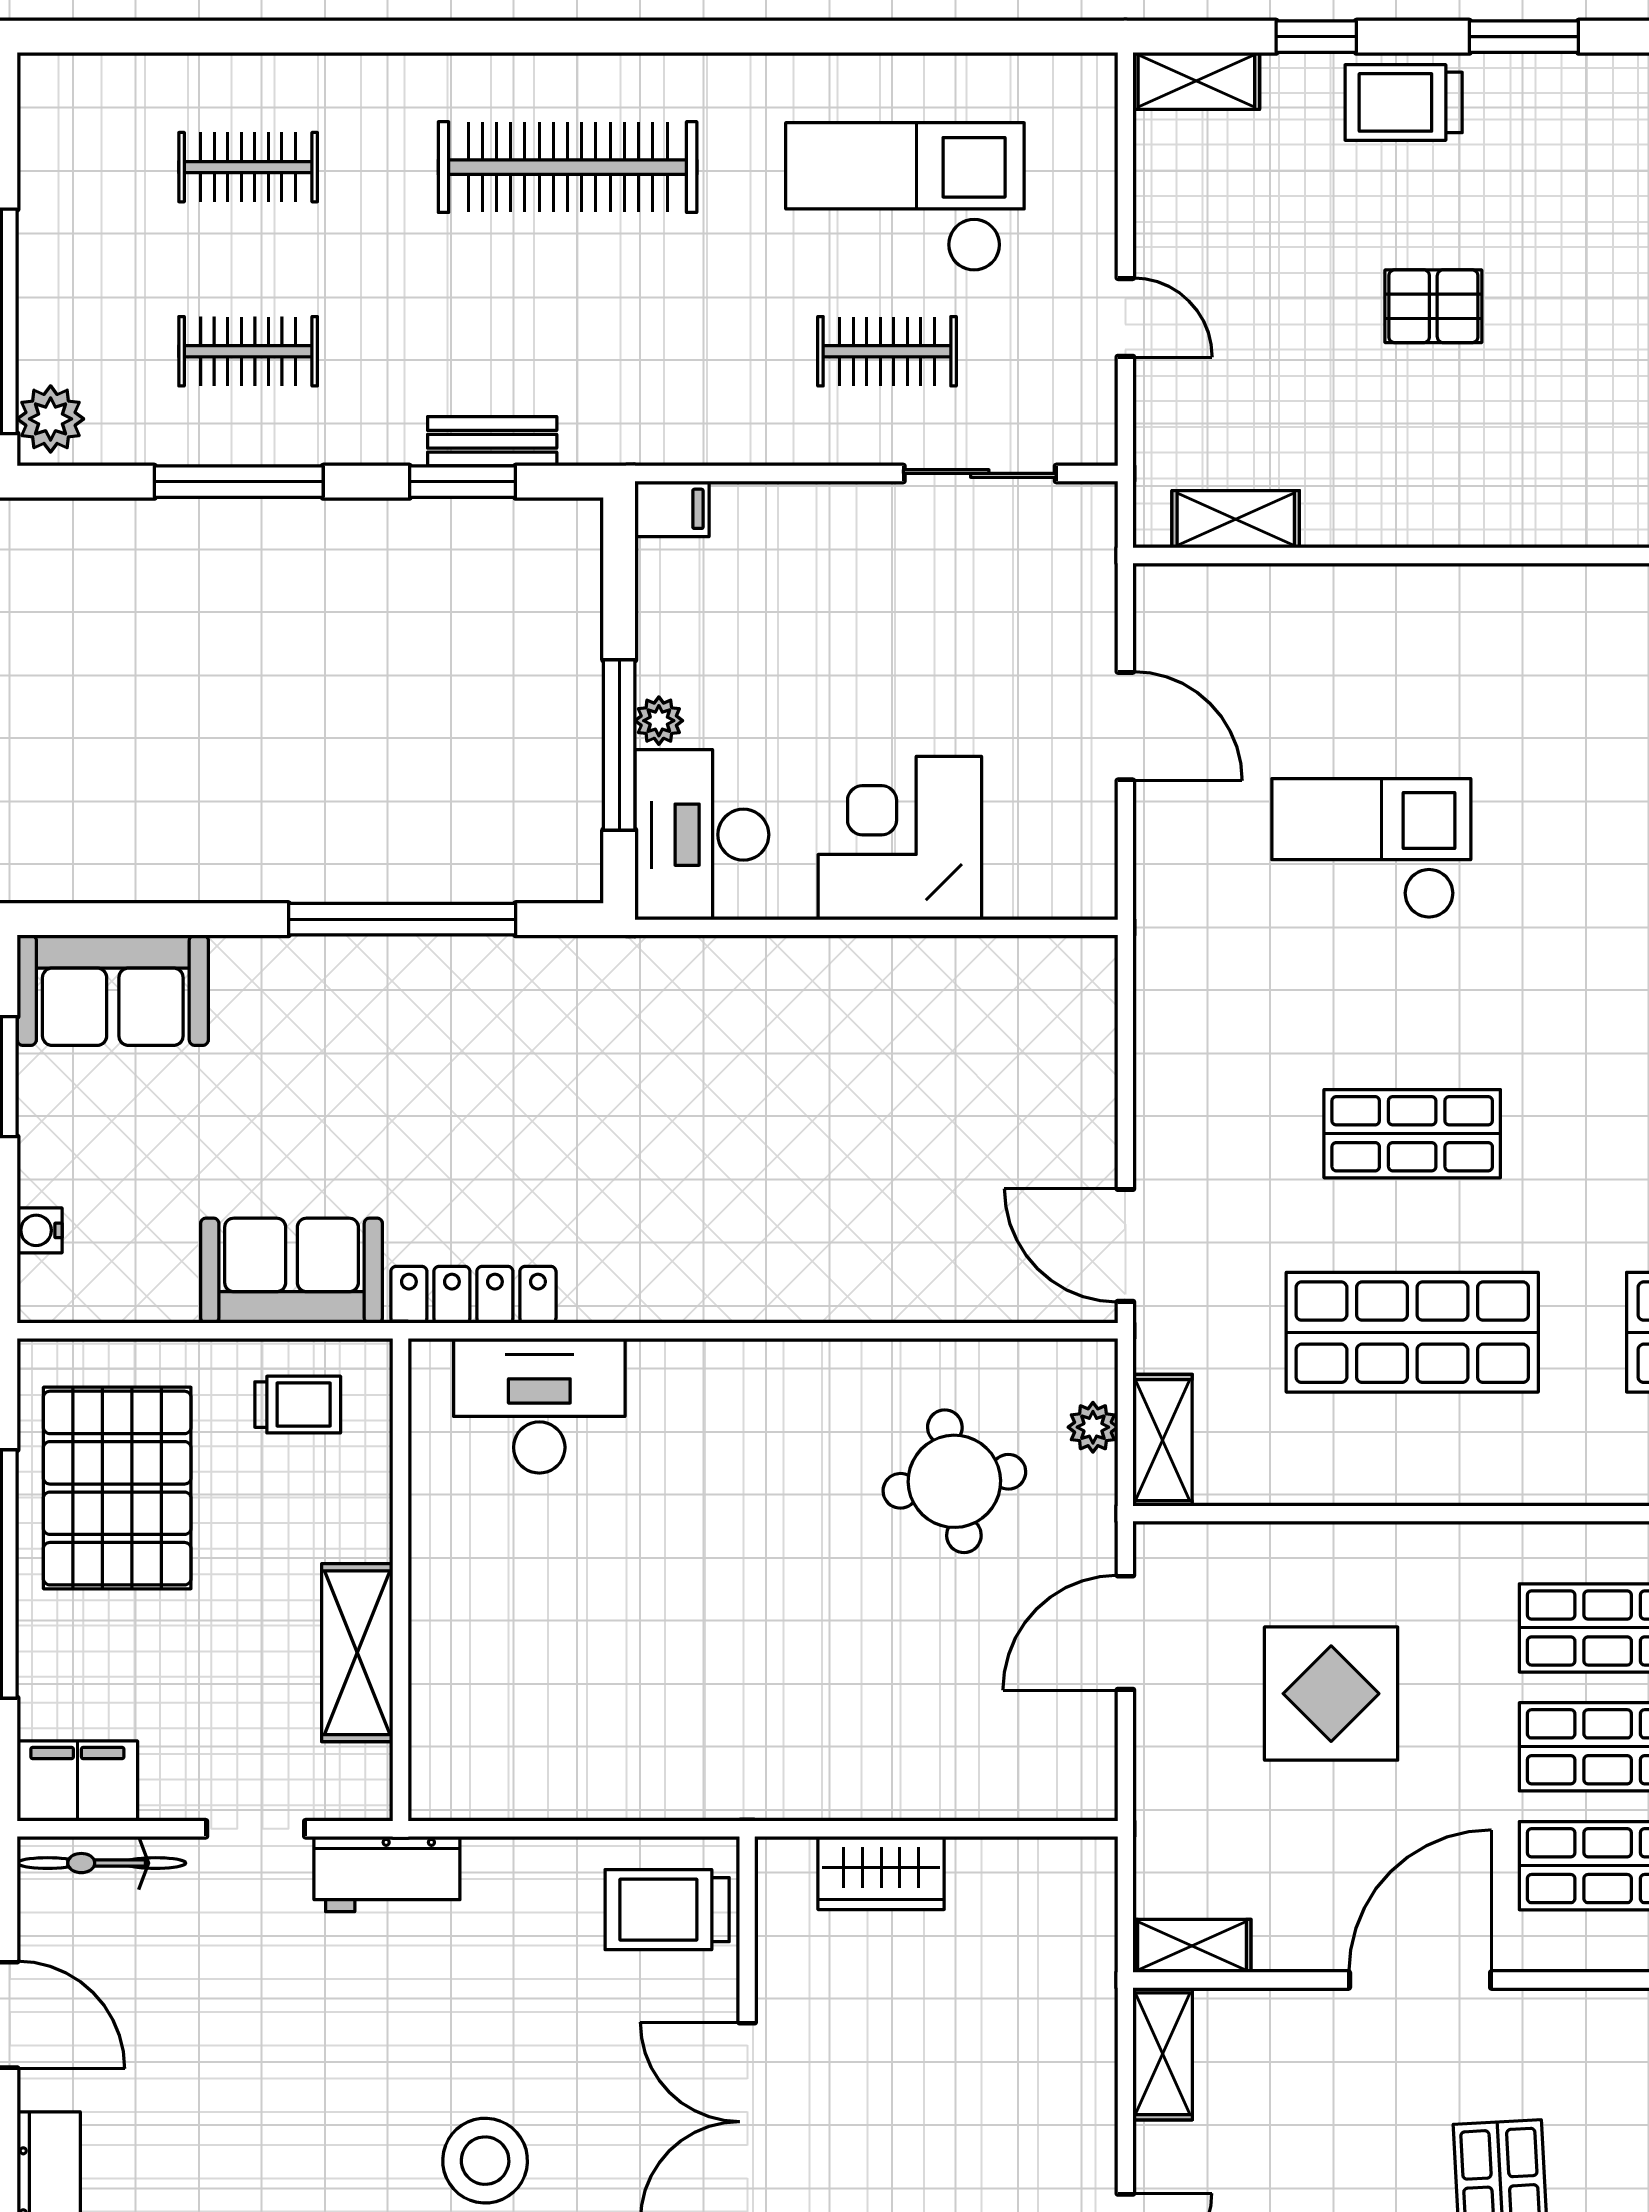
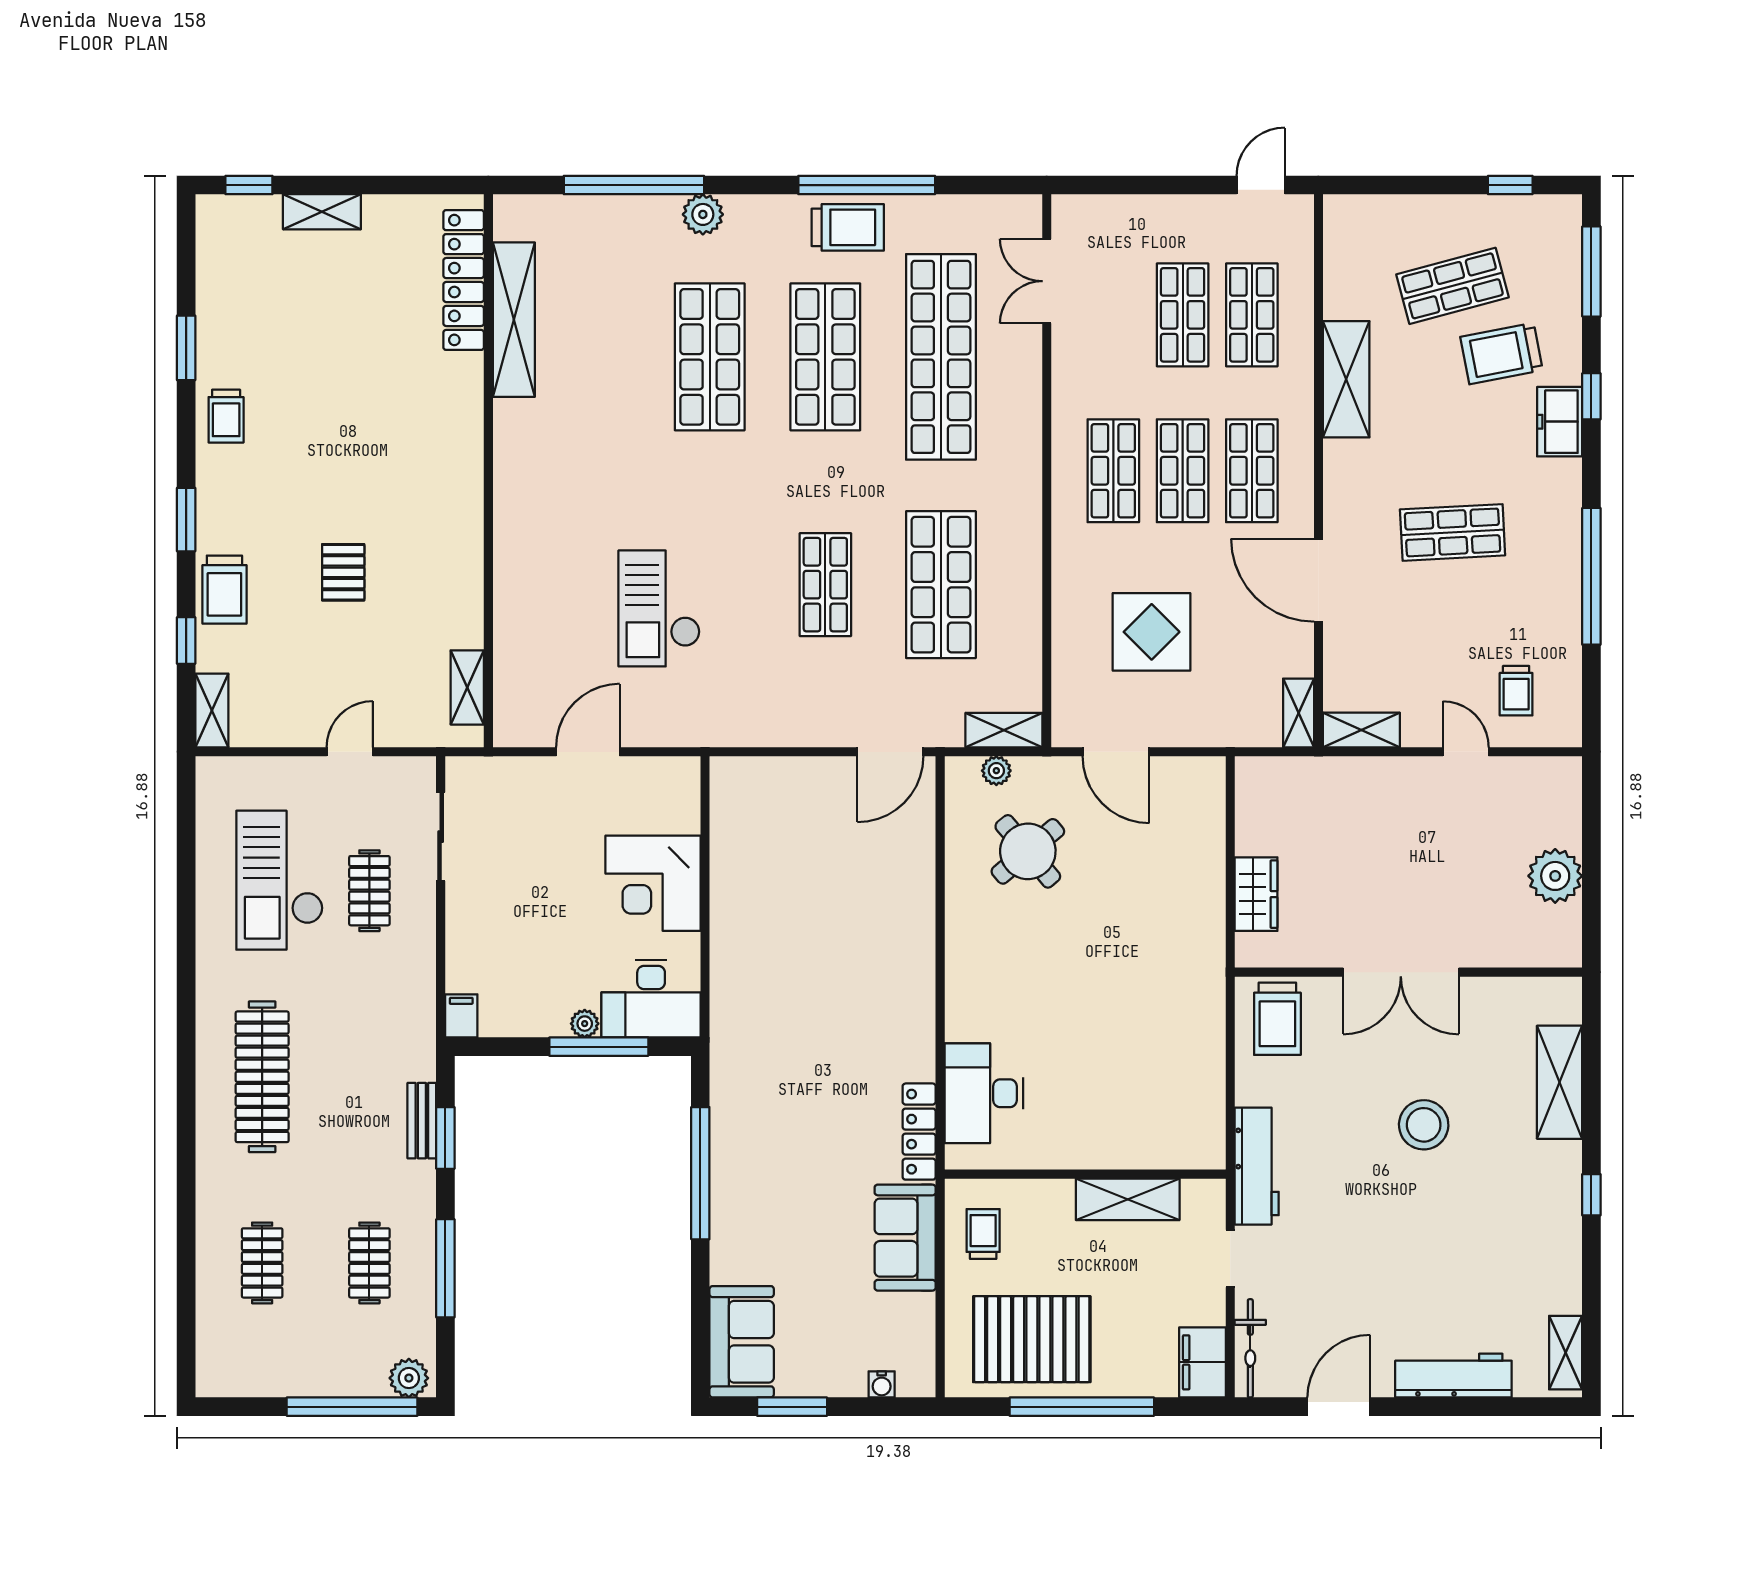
round table: (954, 1481) -> (1028, 851), turned -30
workbench: (387, 1874) -> (1257, 1166), width x1.38

